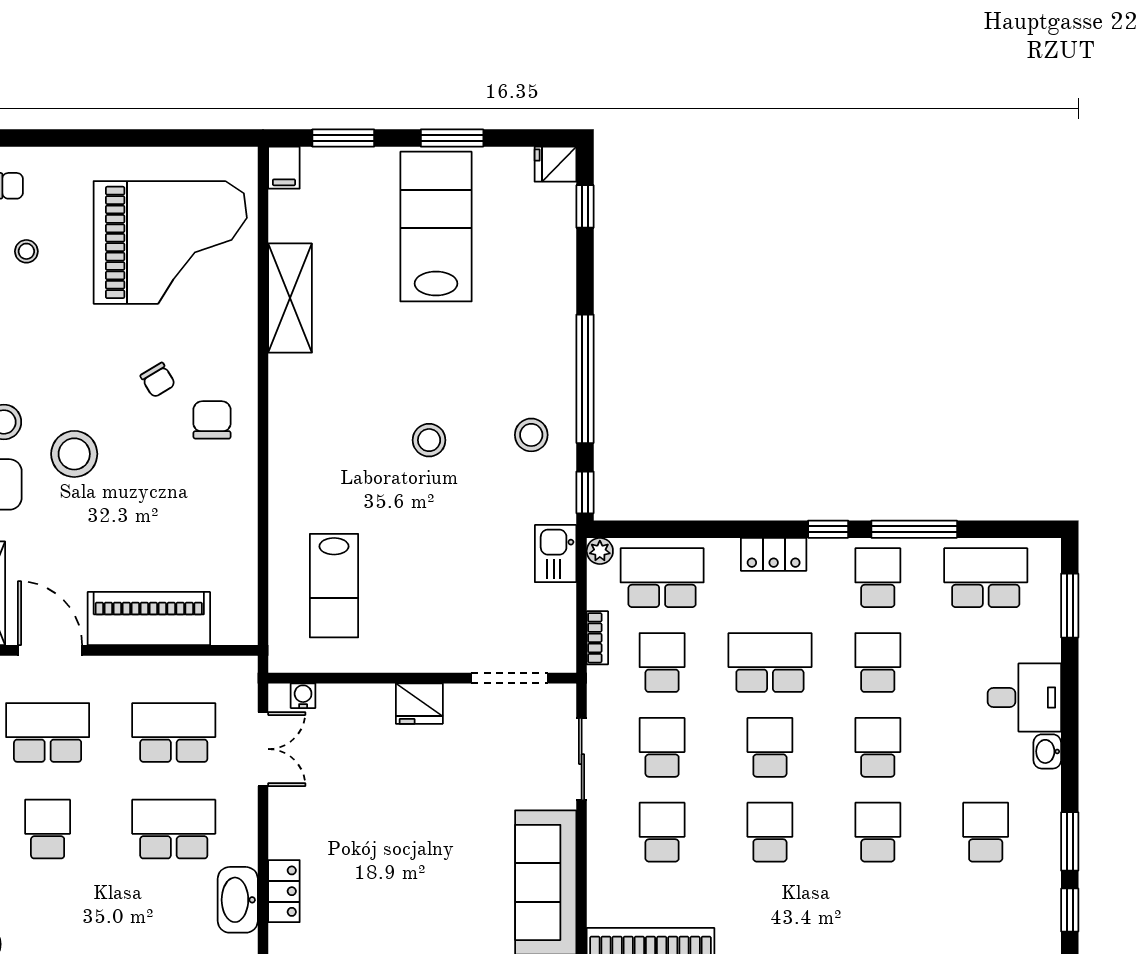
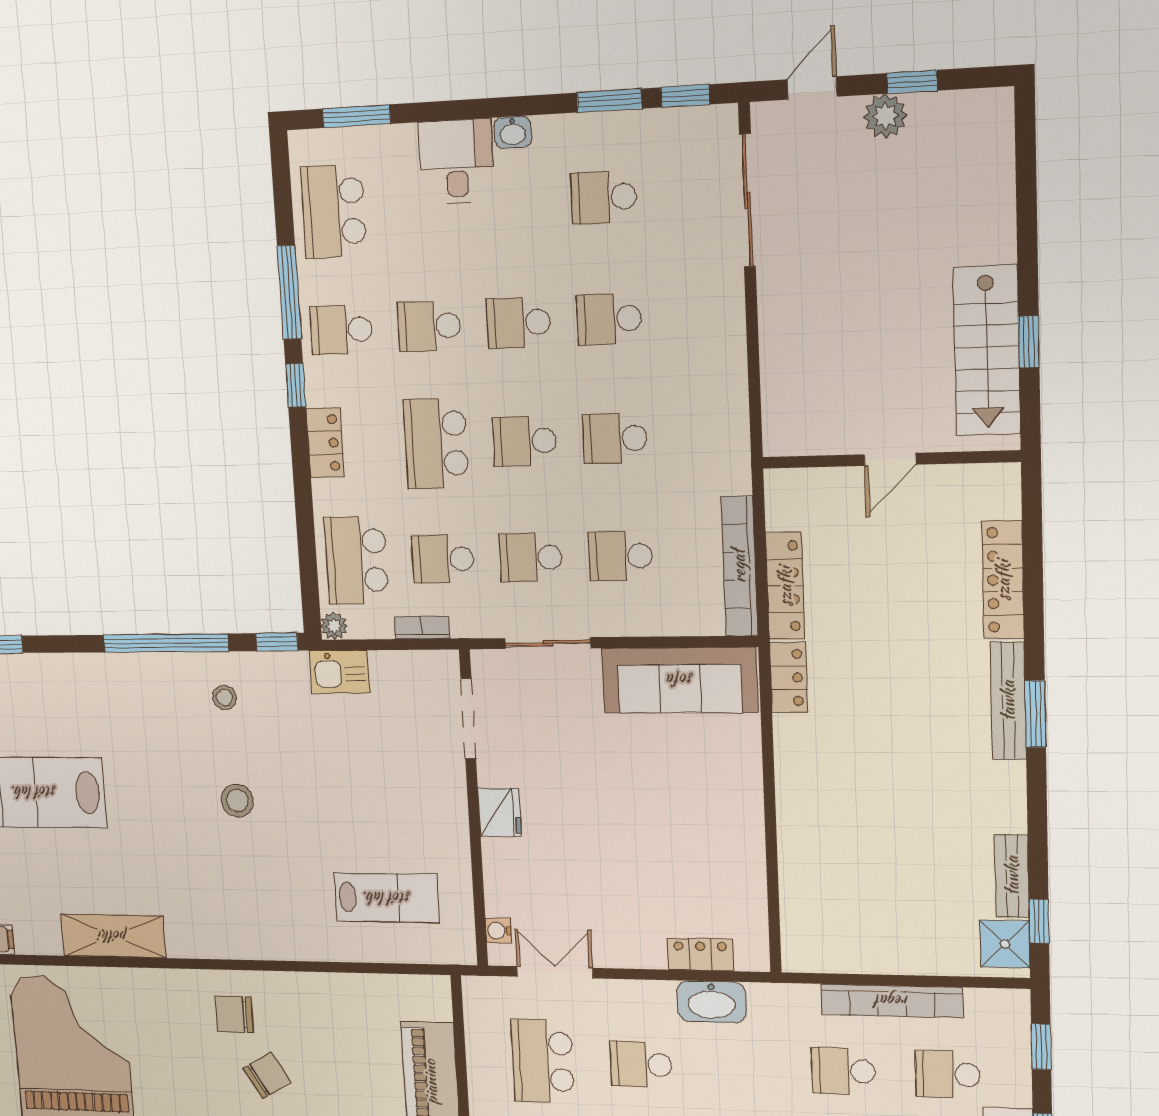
chair: (158, 380) -> (267, 1075), moved, width x1.37, depth x1.37
stool: (531, 435) -> (225, 697), width x0.73, depth x0.73
school desk: (174, 829) -> (641, 1064), width x0.54

